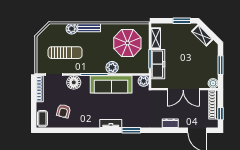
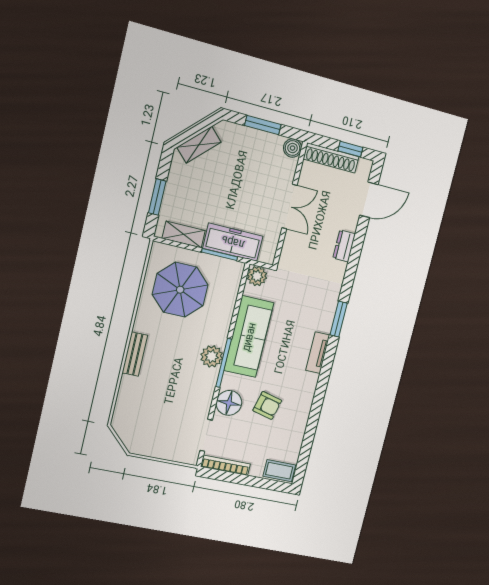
window: (182, 21) -> (157, 197), moved
plant: (72, 29) -> (130, 387), removed
sun lounger: (65, 53) -> (171, 407), removed
plant: (112, 67) -> (212, 356), moved
double door: (183, 89) -> (289, 207), width x0.73
armchair: (64, 111) -> (267, 405), moved

